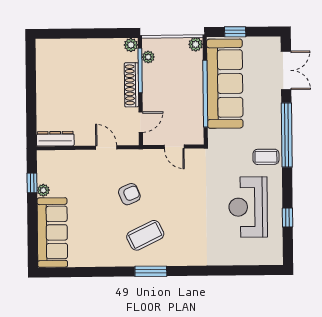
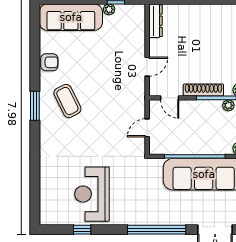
coffee table: (266, 157) -> (137, 211), removed
armchair: (129, 194) -> (49, 62), moved, turned -67
reception desk: (248, 207) -> (92, 194), turned -90

